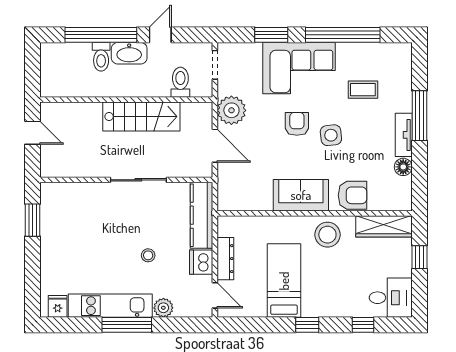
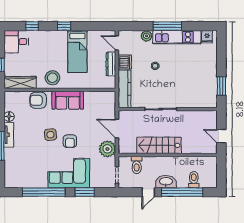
toilet: (101, 57) -> (194, 180), moved
coffee table: (363, 90) -> (32, 161), removed

